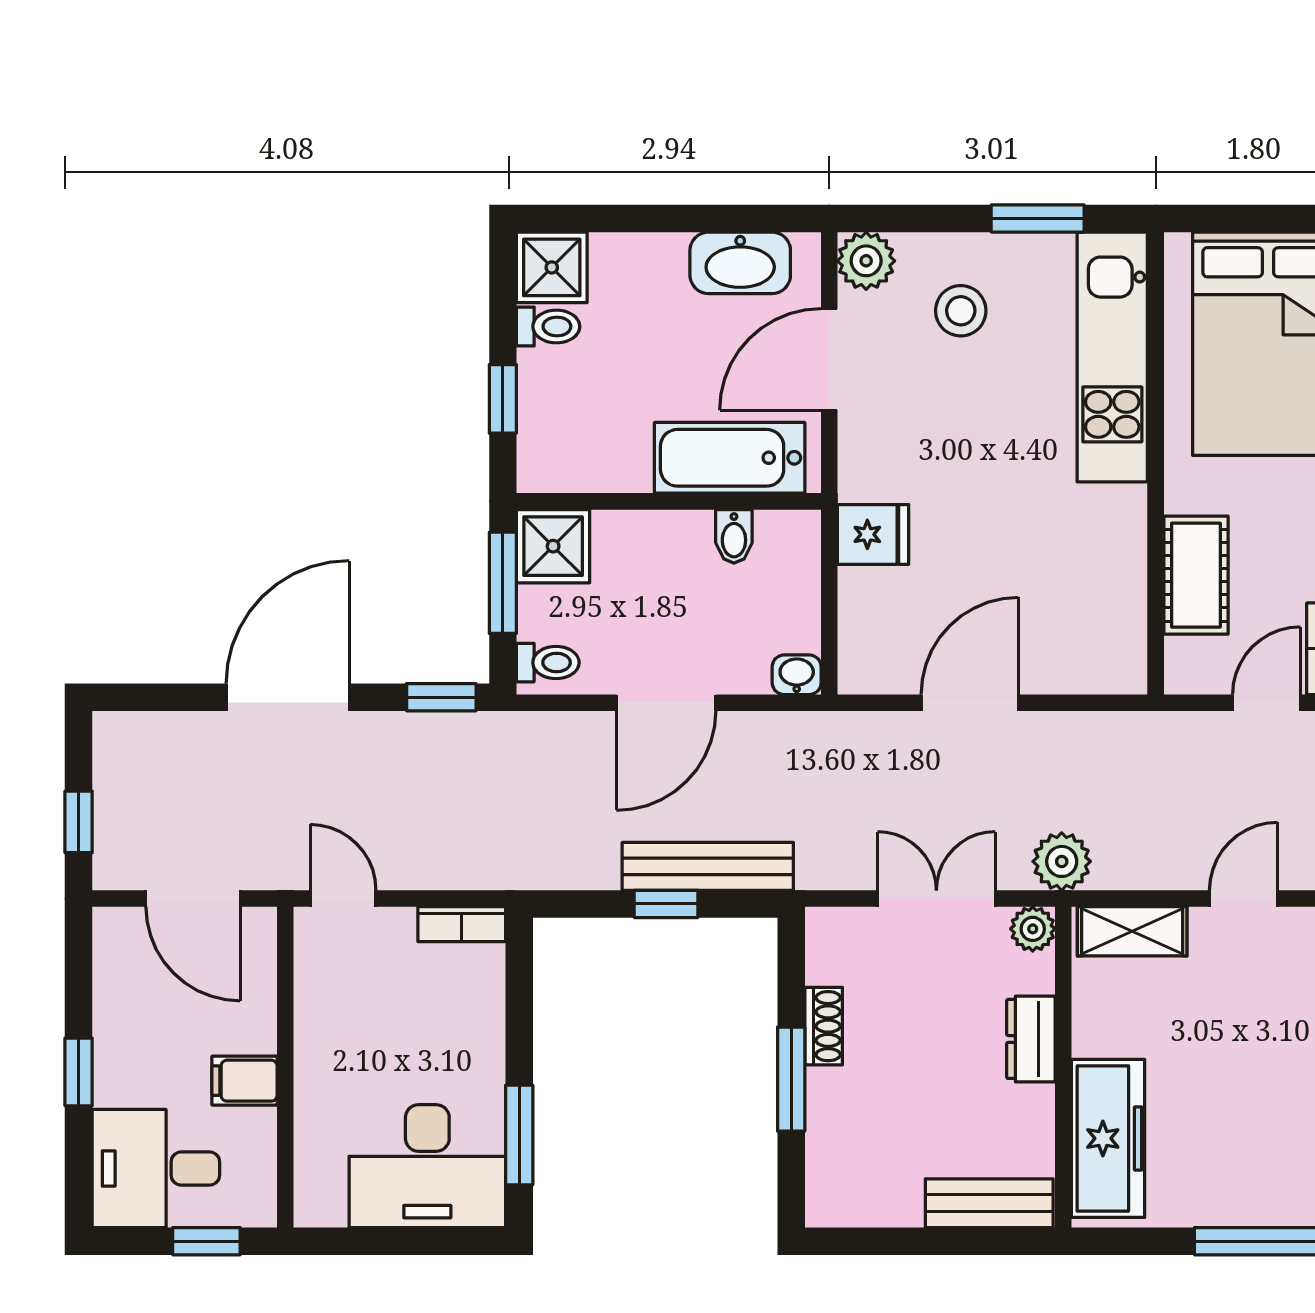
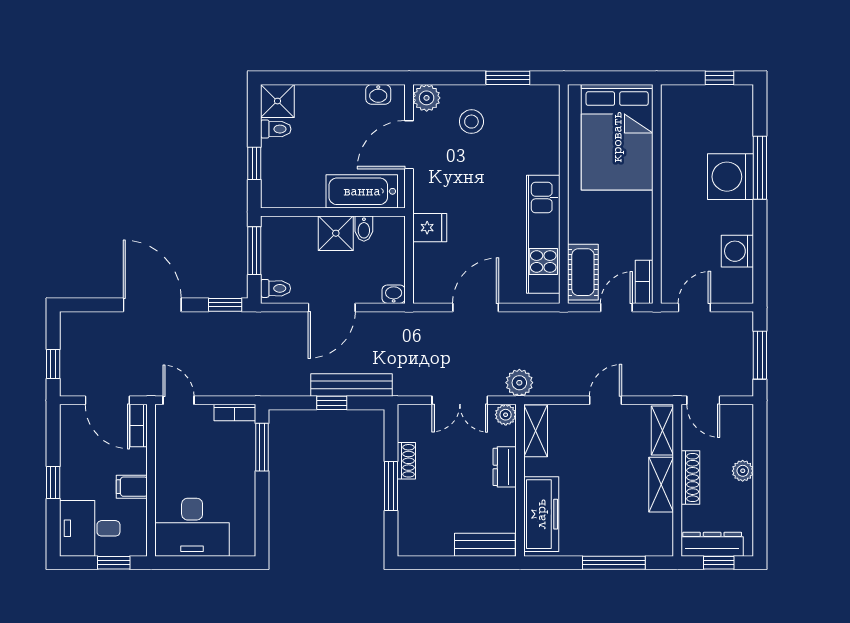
washbasin: (740, 263) -> (378, 94), width x0.52, depth x0.69
kitchen unit: (1112, 357) -> (543, 234), moved
shower: (553, 546) -> (336, 233), moved
cot: (1196, 575) -> (583, 272), moved
door: (288, 697) -> (152, 305), hinge flipped
double door: (936, 898) -> (460, 400), swing flipped
shelving: (1132, 931) -> (536, 431), moved, turned 90
bookcase: (259, 952) -> (139, 426), added
window: (519, 1135) -> (262, 447), moved
desk: (427, 1166) -> (192, 527), moved

